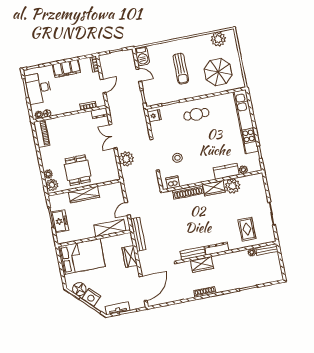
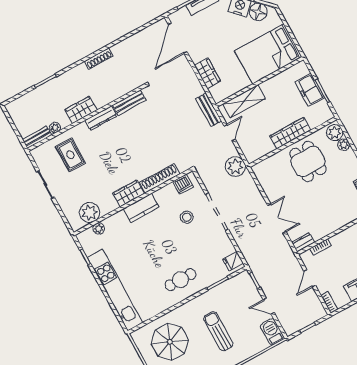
plant: (126, 159) -> (235, 167), moved
kitchen counter: (226, 171) -> (141, 208), moved
plant: (233, 186) -> (89, 213), moved
bench: (138, 234) -> (209, 110), width x0.73
wardrobe: (202, 264) -> (81, 110), moved

